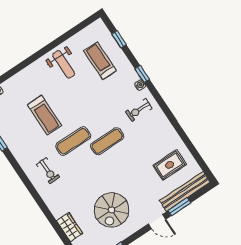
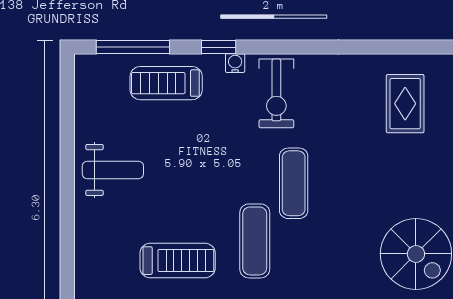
window: (119, 39) -> (133, 47), width x2.17
treadmill: (100, 61) -> (166, 83), moved
exercise bike: (139, 110) -> (276, 93), width x1.38, depth x1.39

